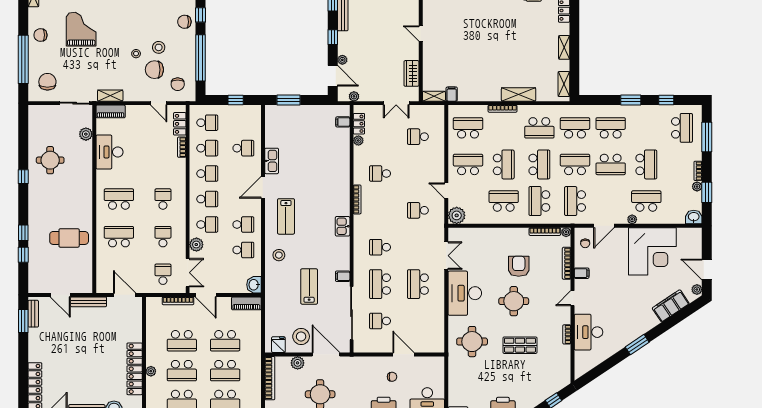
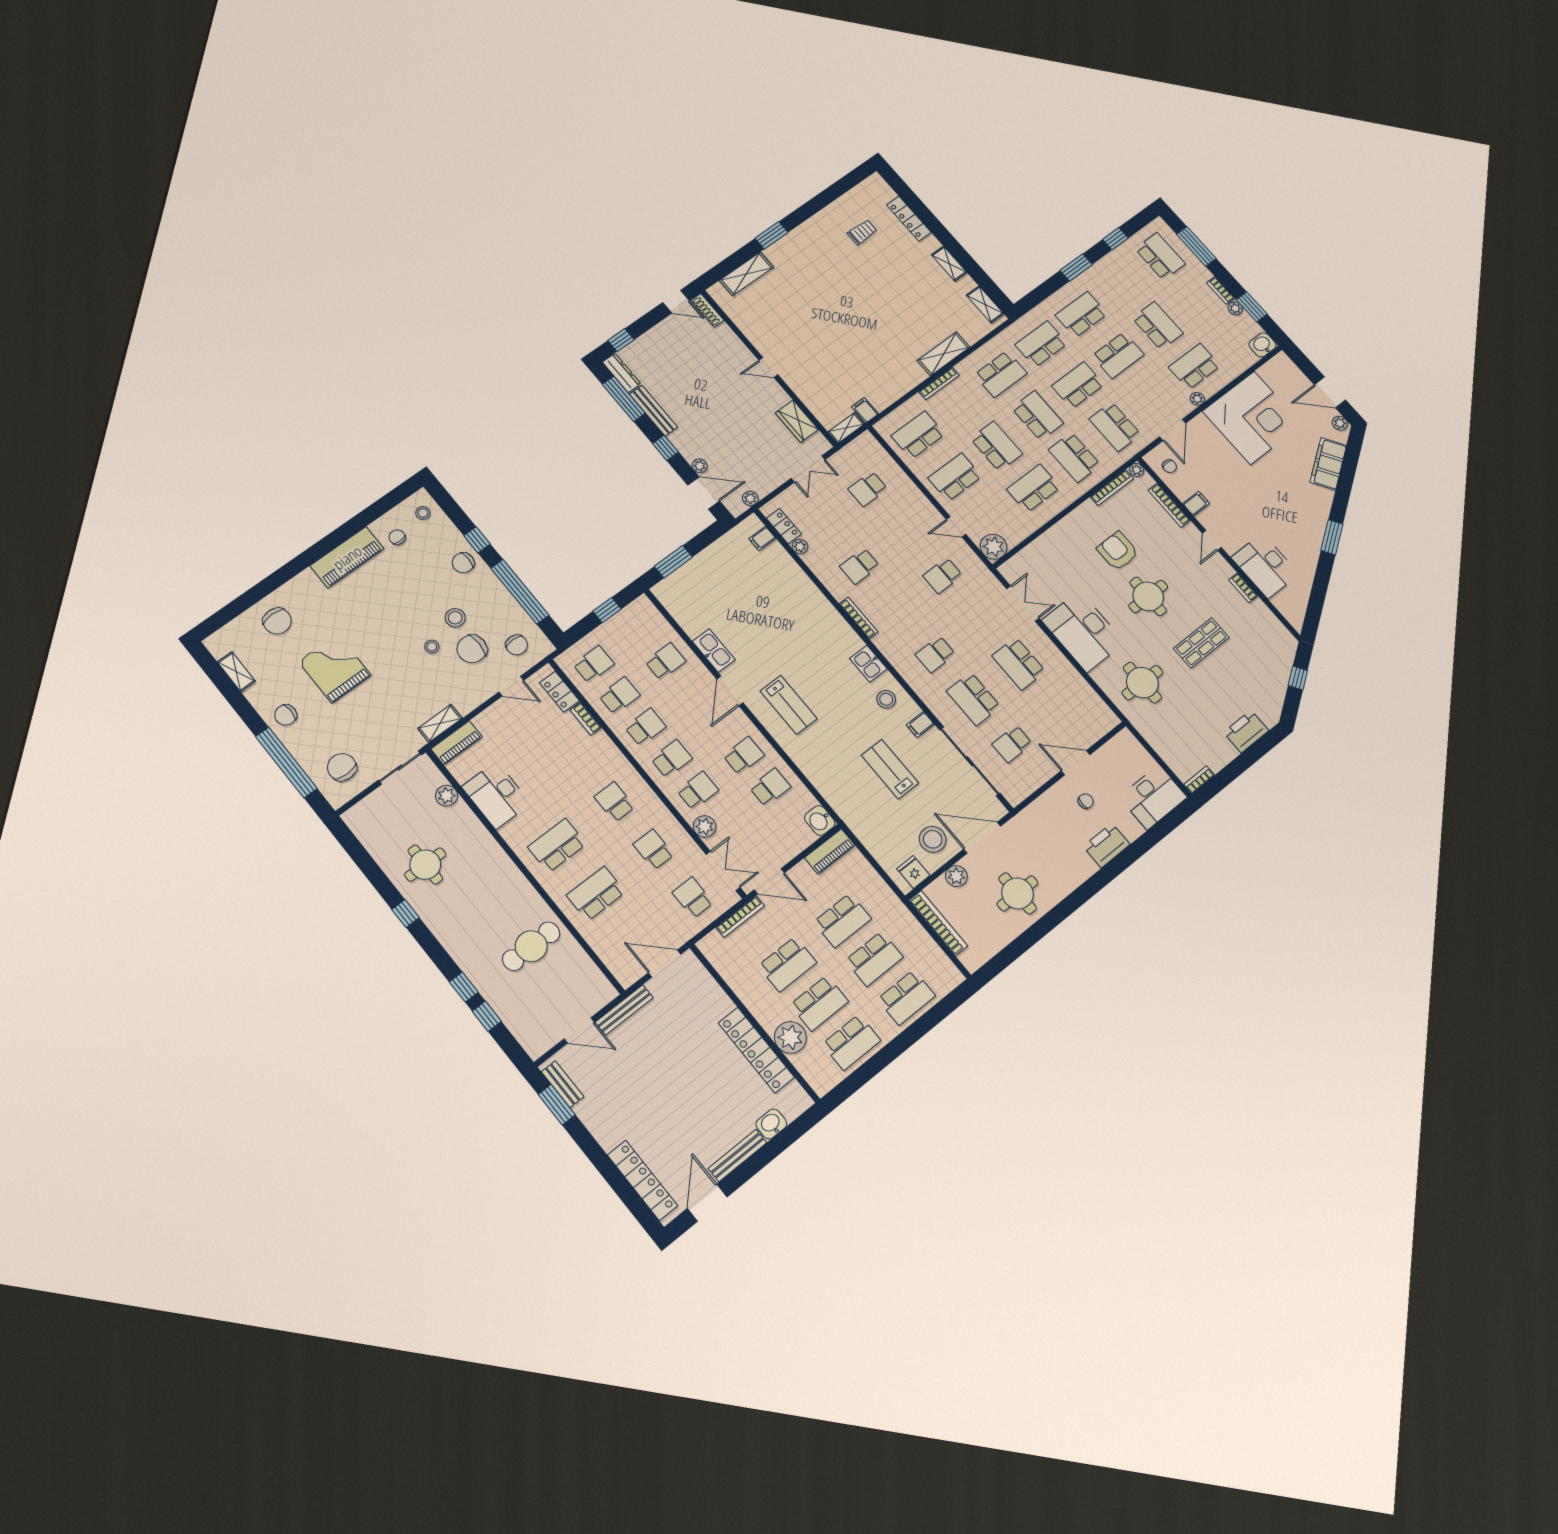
stool: (279, 255) -> (886, 699), moved
plant: (151, 371) -> (790, 1037), width x1.87, depth x1.87

